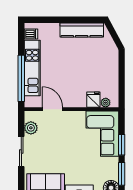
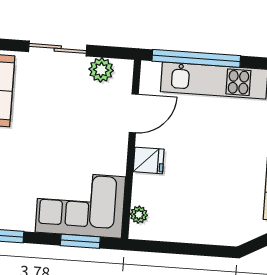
fridge: (93, 100) -> (149, 160), moved
window: (122, 145) -> (80, 241), moved

